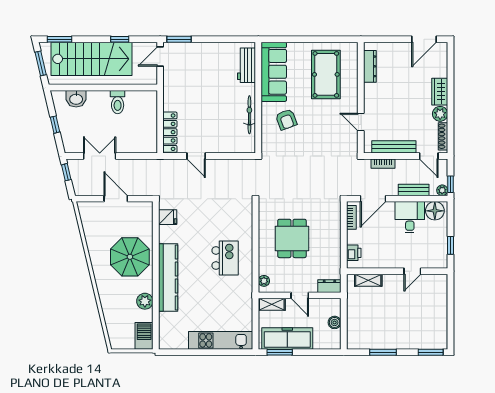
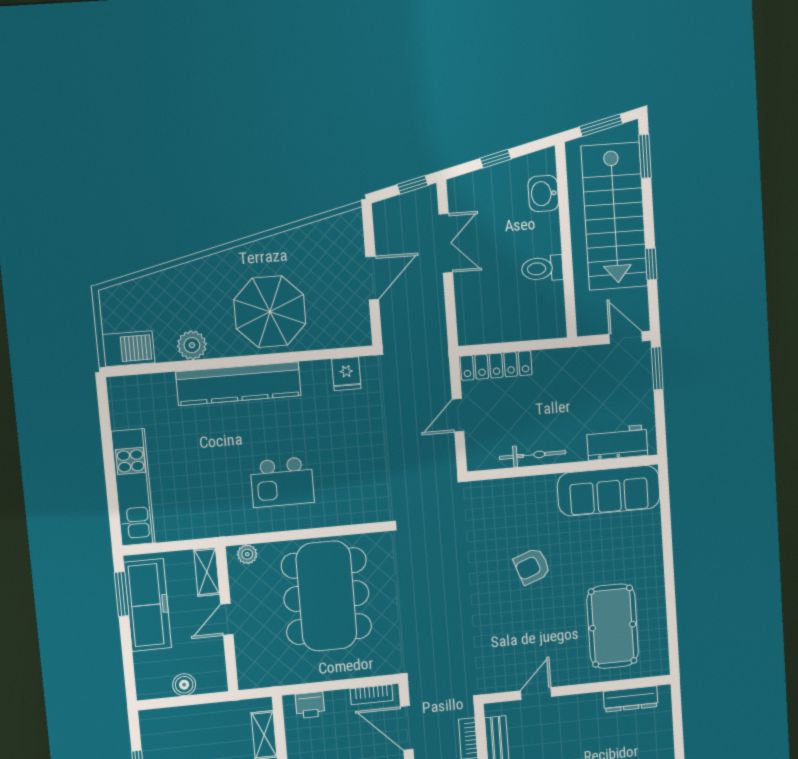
workbench: (247, 65) -> (617, 442), moved
sofa: (274, 72) -> (609, 491), moved
pool table: (326, 74) -> (613, 626), turned 90
wall: (258, 98) -> (563, 468), moved
bicycle: (249, 115) -> (533, 455), moved
dining table: (292, 238) -> (326, 596), width x1.88, depth x1.24
dresser: (329, 286) -> (248, 669), removed

